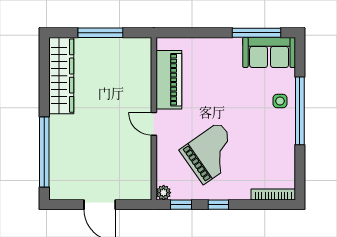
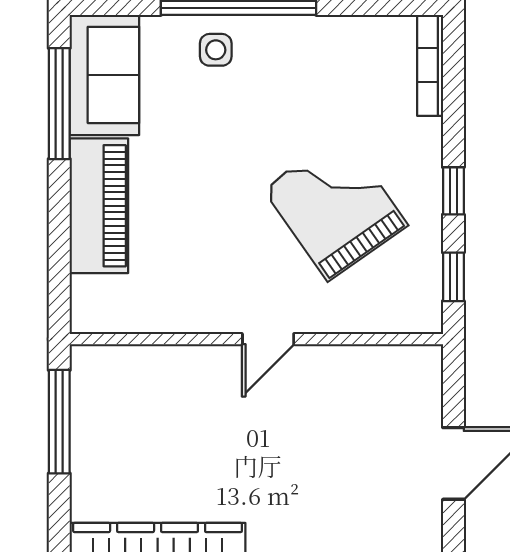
window: (100, 33) -> (59, 422), moved
piano: (169, 80) -> (99, 206), moved, turned 90
plant: (164, 193) -> (426, 317), removed

